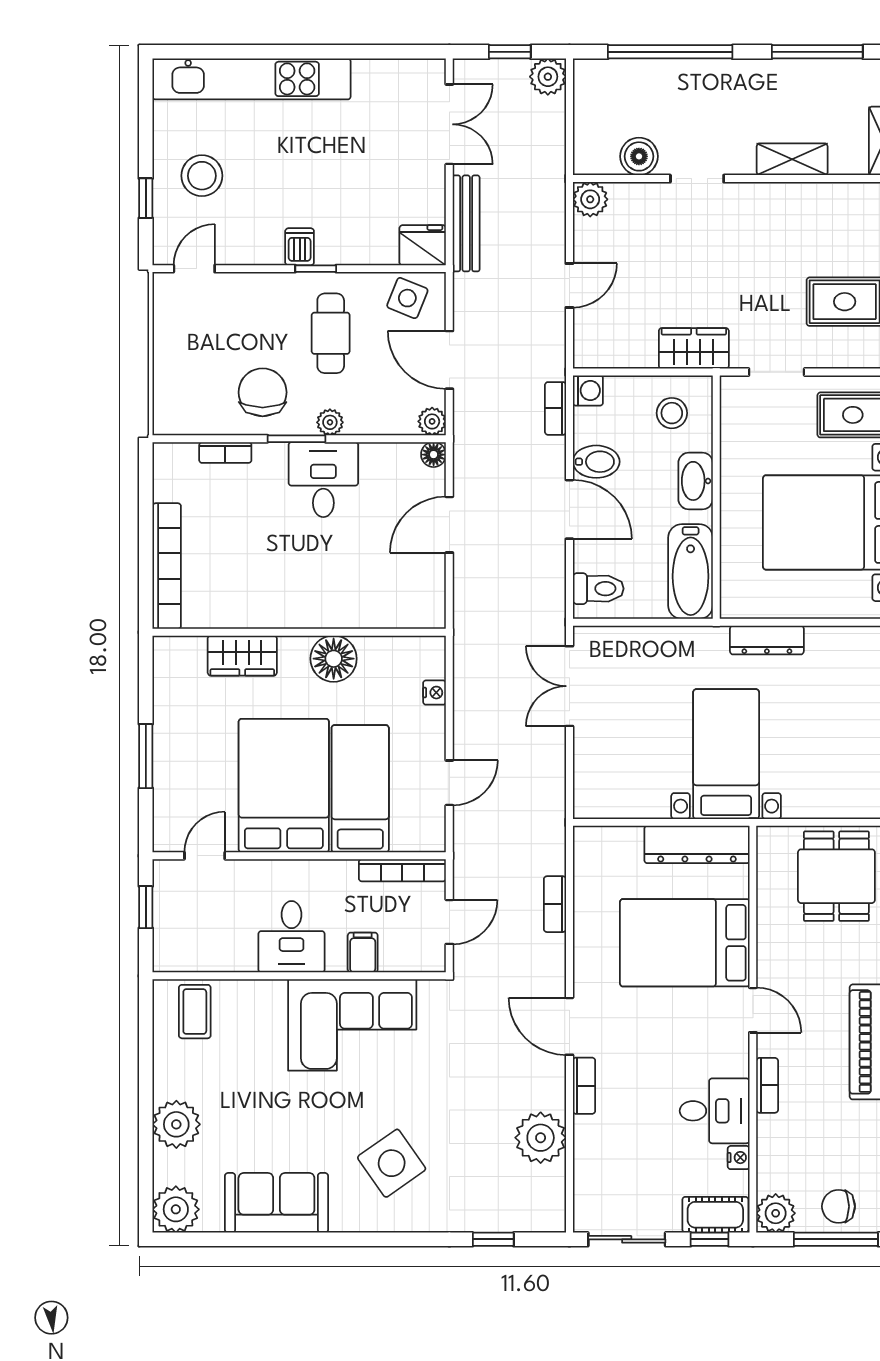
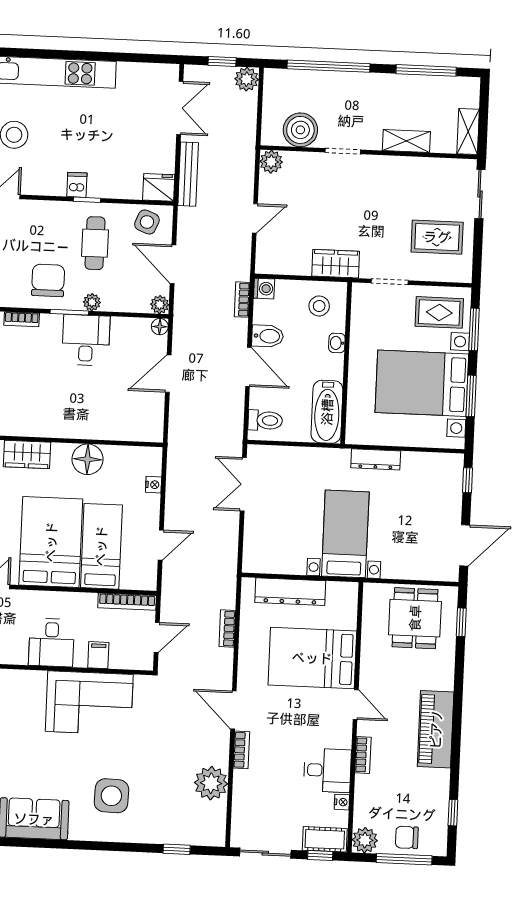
boiler: (639, 156) -> (300, 130), width x1.37, depth x1.37
washbasin: (696, 481) -> (337, 343), width x0.52, depth x0.69
dresser: (697, 844) -> (290, 592), moved
side table: (392, 1163) -> (111, 796), turned 37

